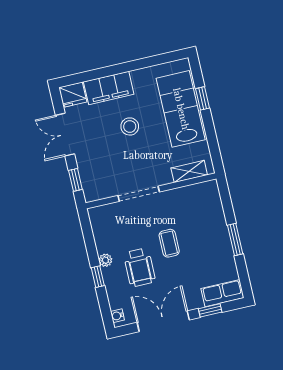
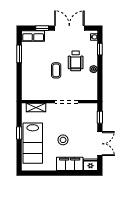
window: (203, 98) -> (19, 133), moved
window: (235, 240) -> (19, 54), moved
wheelchair: (139, 267) -> (76, 61), turned 180
window: (98, 277) -> (100, 49), moved
double door: (163, 321) -> (69, 28), swing flipped

